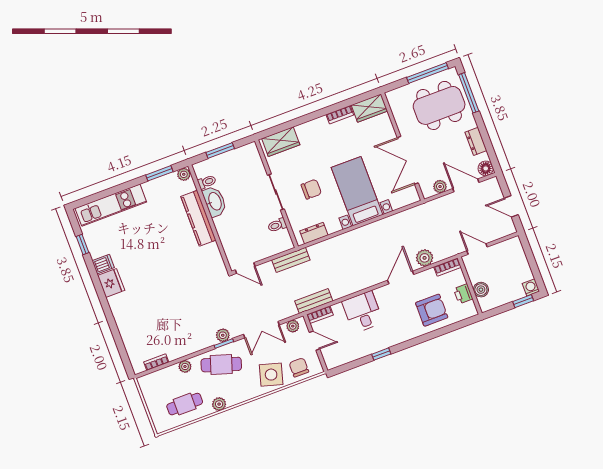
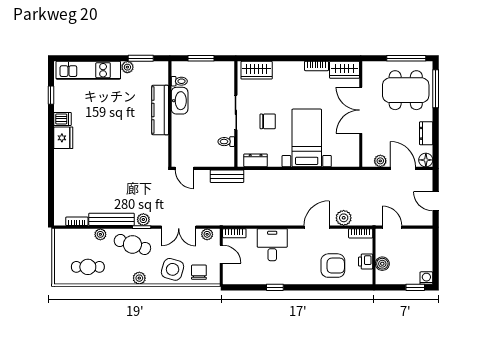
double door: (408, 160) -> (361, 110), moved
plant: (184, 174) -> (127, 67), moved
bench: (314, 301) -> (112, 219), moved, width x1.36
plant: (219, 404) -> (139, 278), moved

